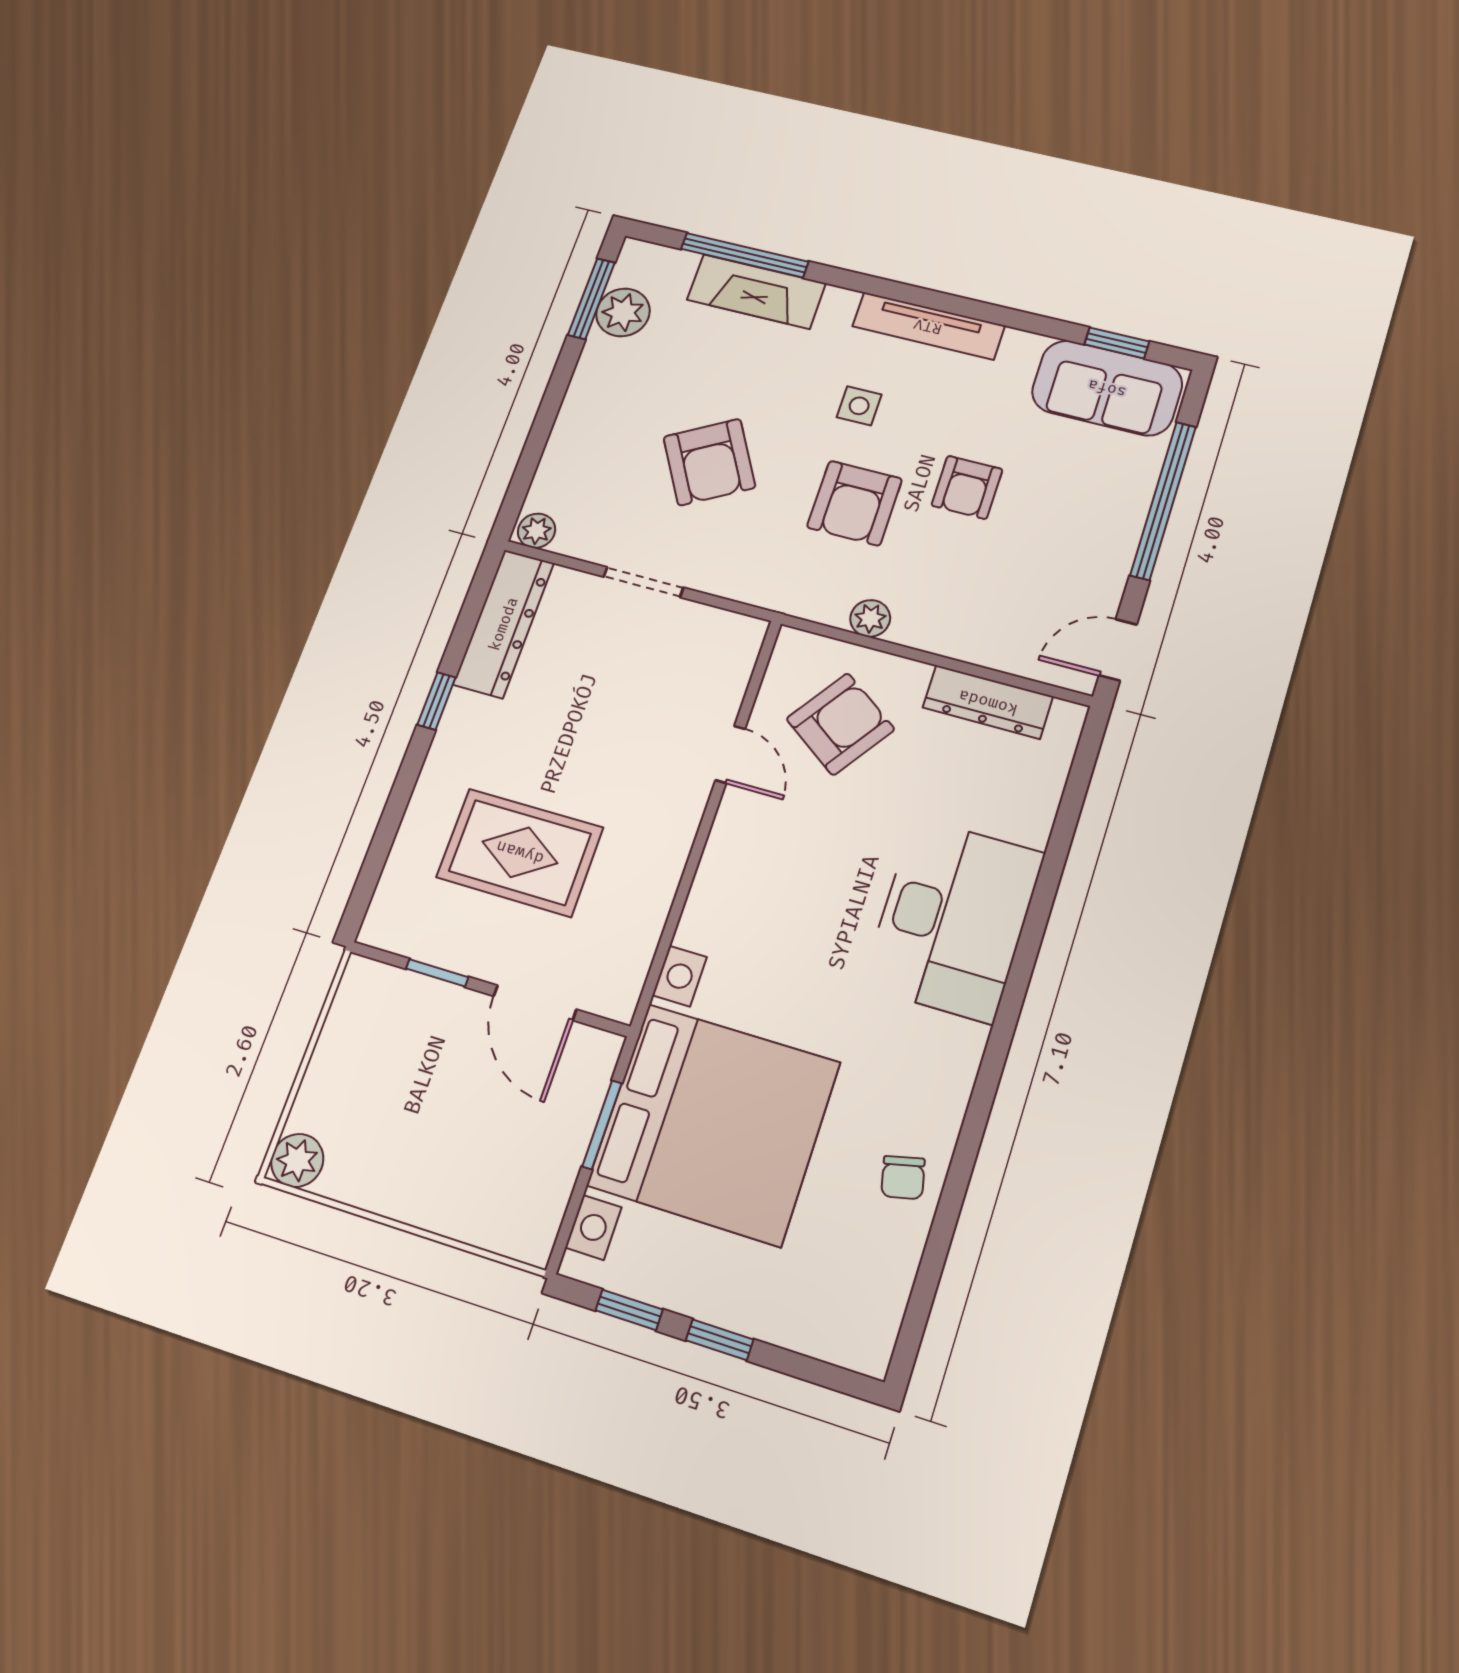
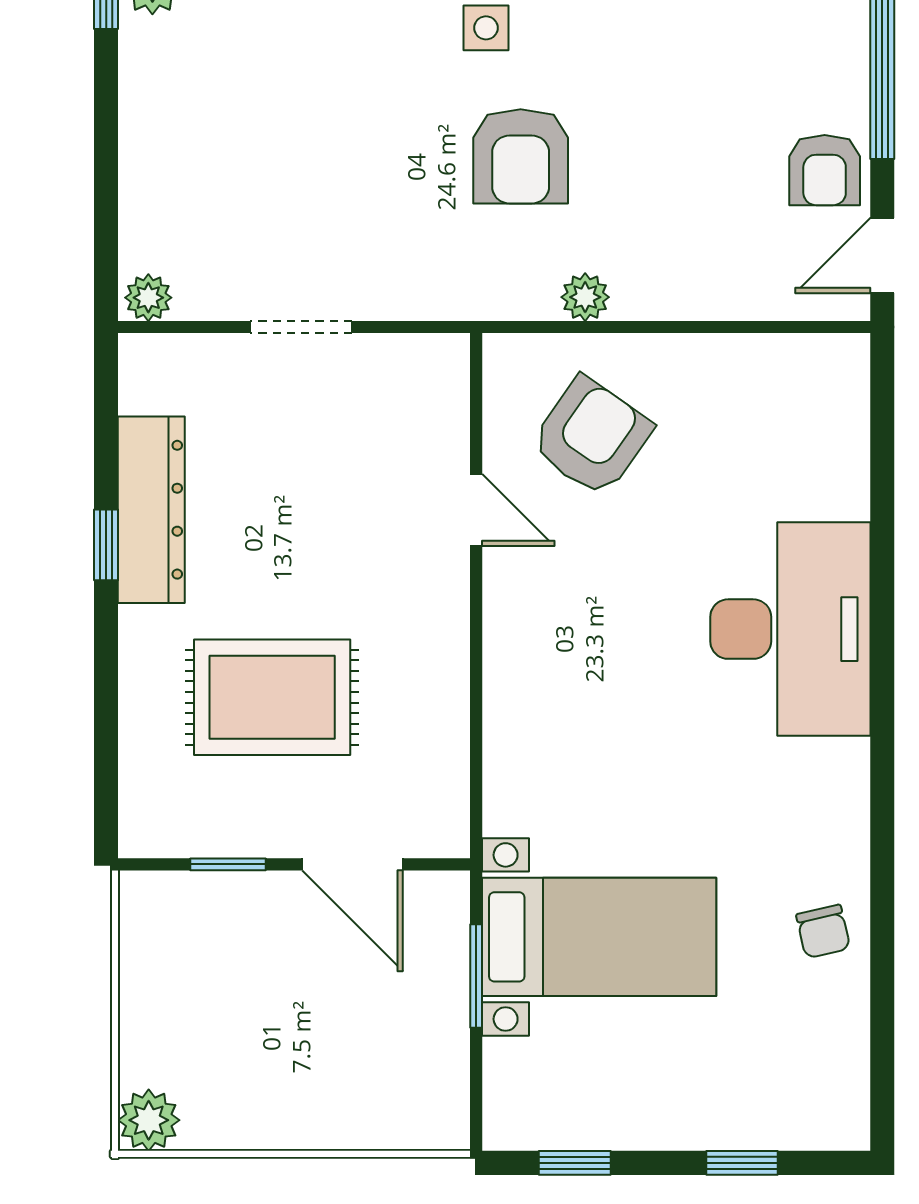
armchair: (709, 462) -> (328, 151), removed
armchair: (967, 487) -> (825, 170), moved
dresser: (504, 624) -> (151, 510), moved
dresser: (988, 702) -> (752, 361), removed
bed with nightstands: (714, 1124) -> (599, 937), width x0.54
window: (720, 1340) -> (742, 1163), moved

